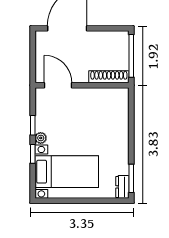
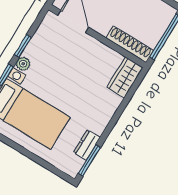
wardrobe: (120, 103) -> (125, 77), added
dresser: (122, 187) -> (87, 145), moved

